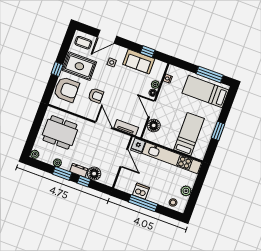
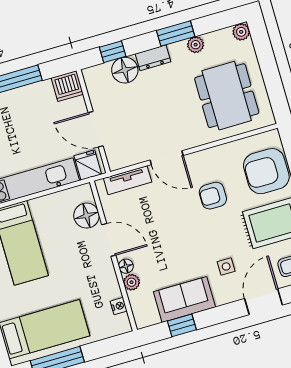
dining table: (60, 132) -> (227, 96), turned 90
window: (84, 181) -> (113, 52), moved
dishwasher: (141, 191) -> (67, 86), moved

